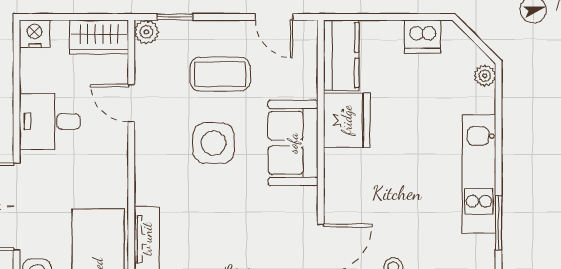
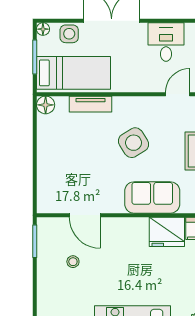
side table: (213, 143) -> (134, 143), moved, turned -32

